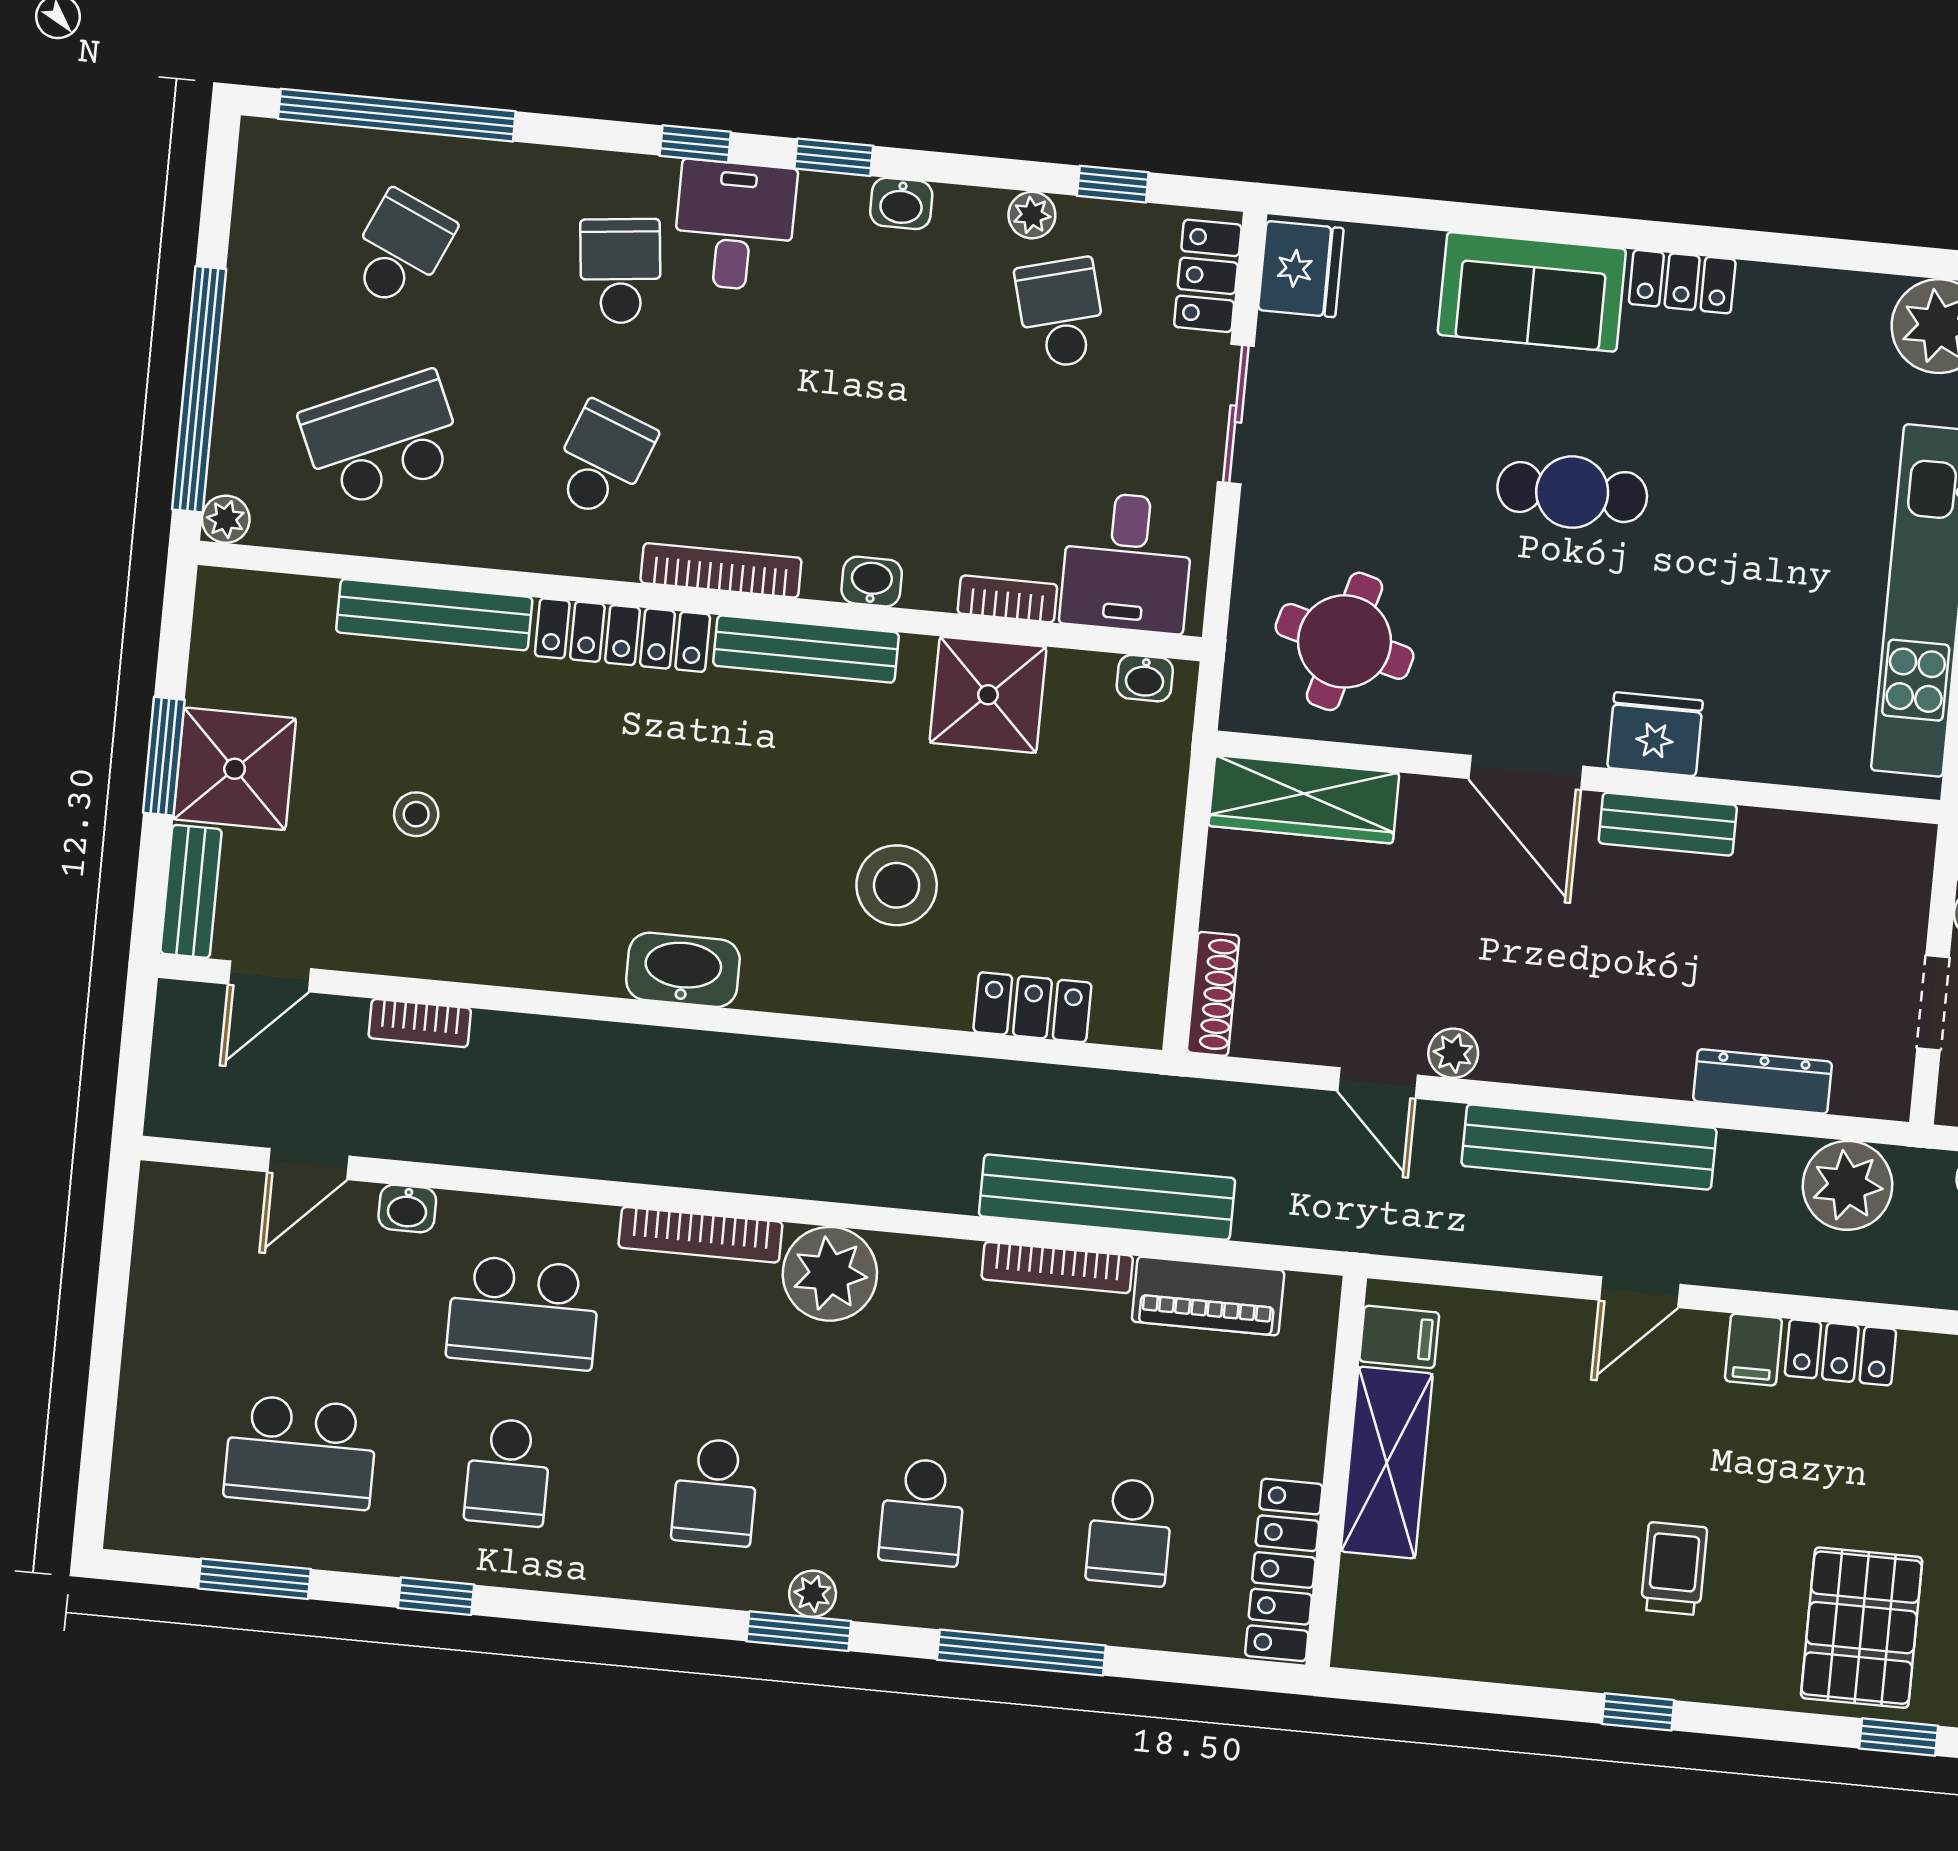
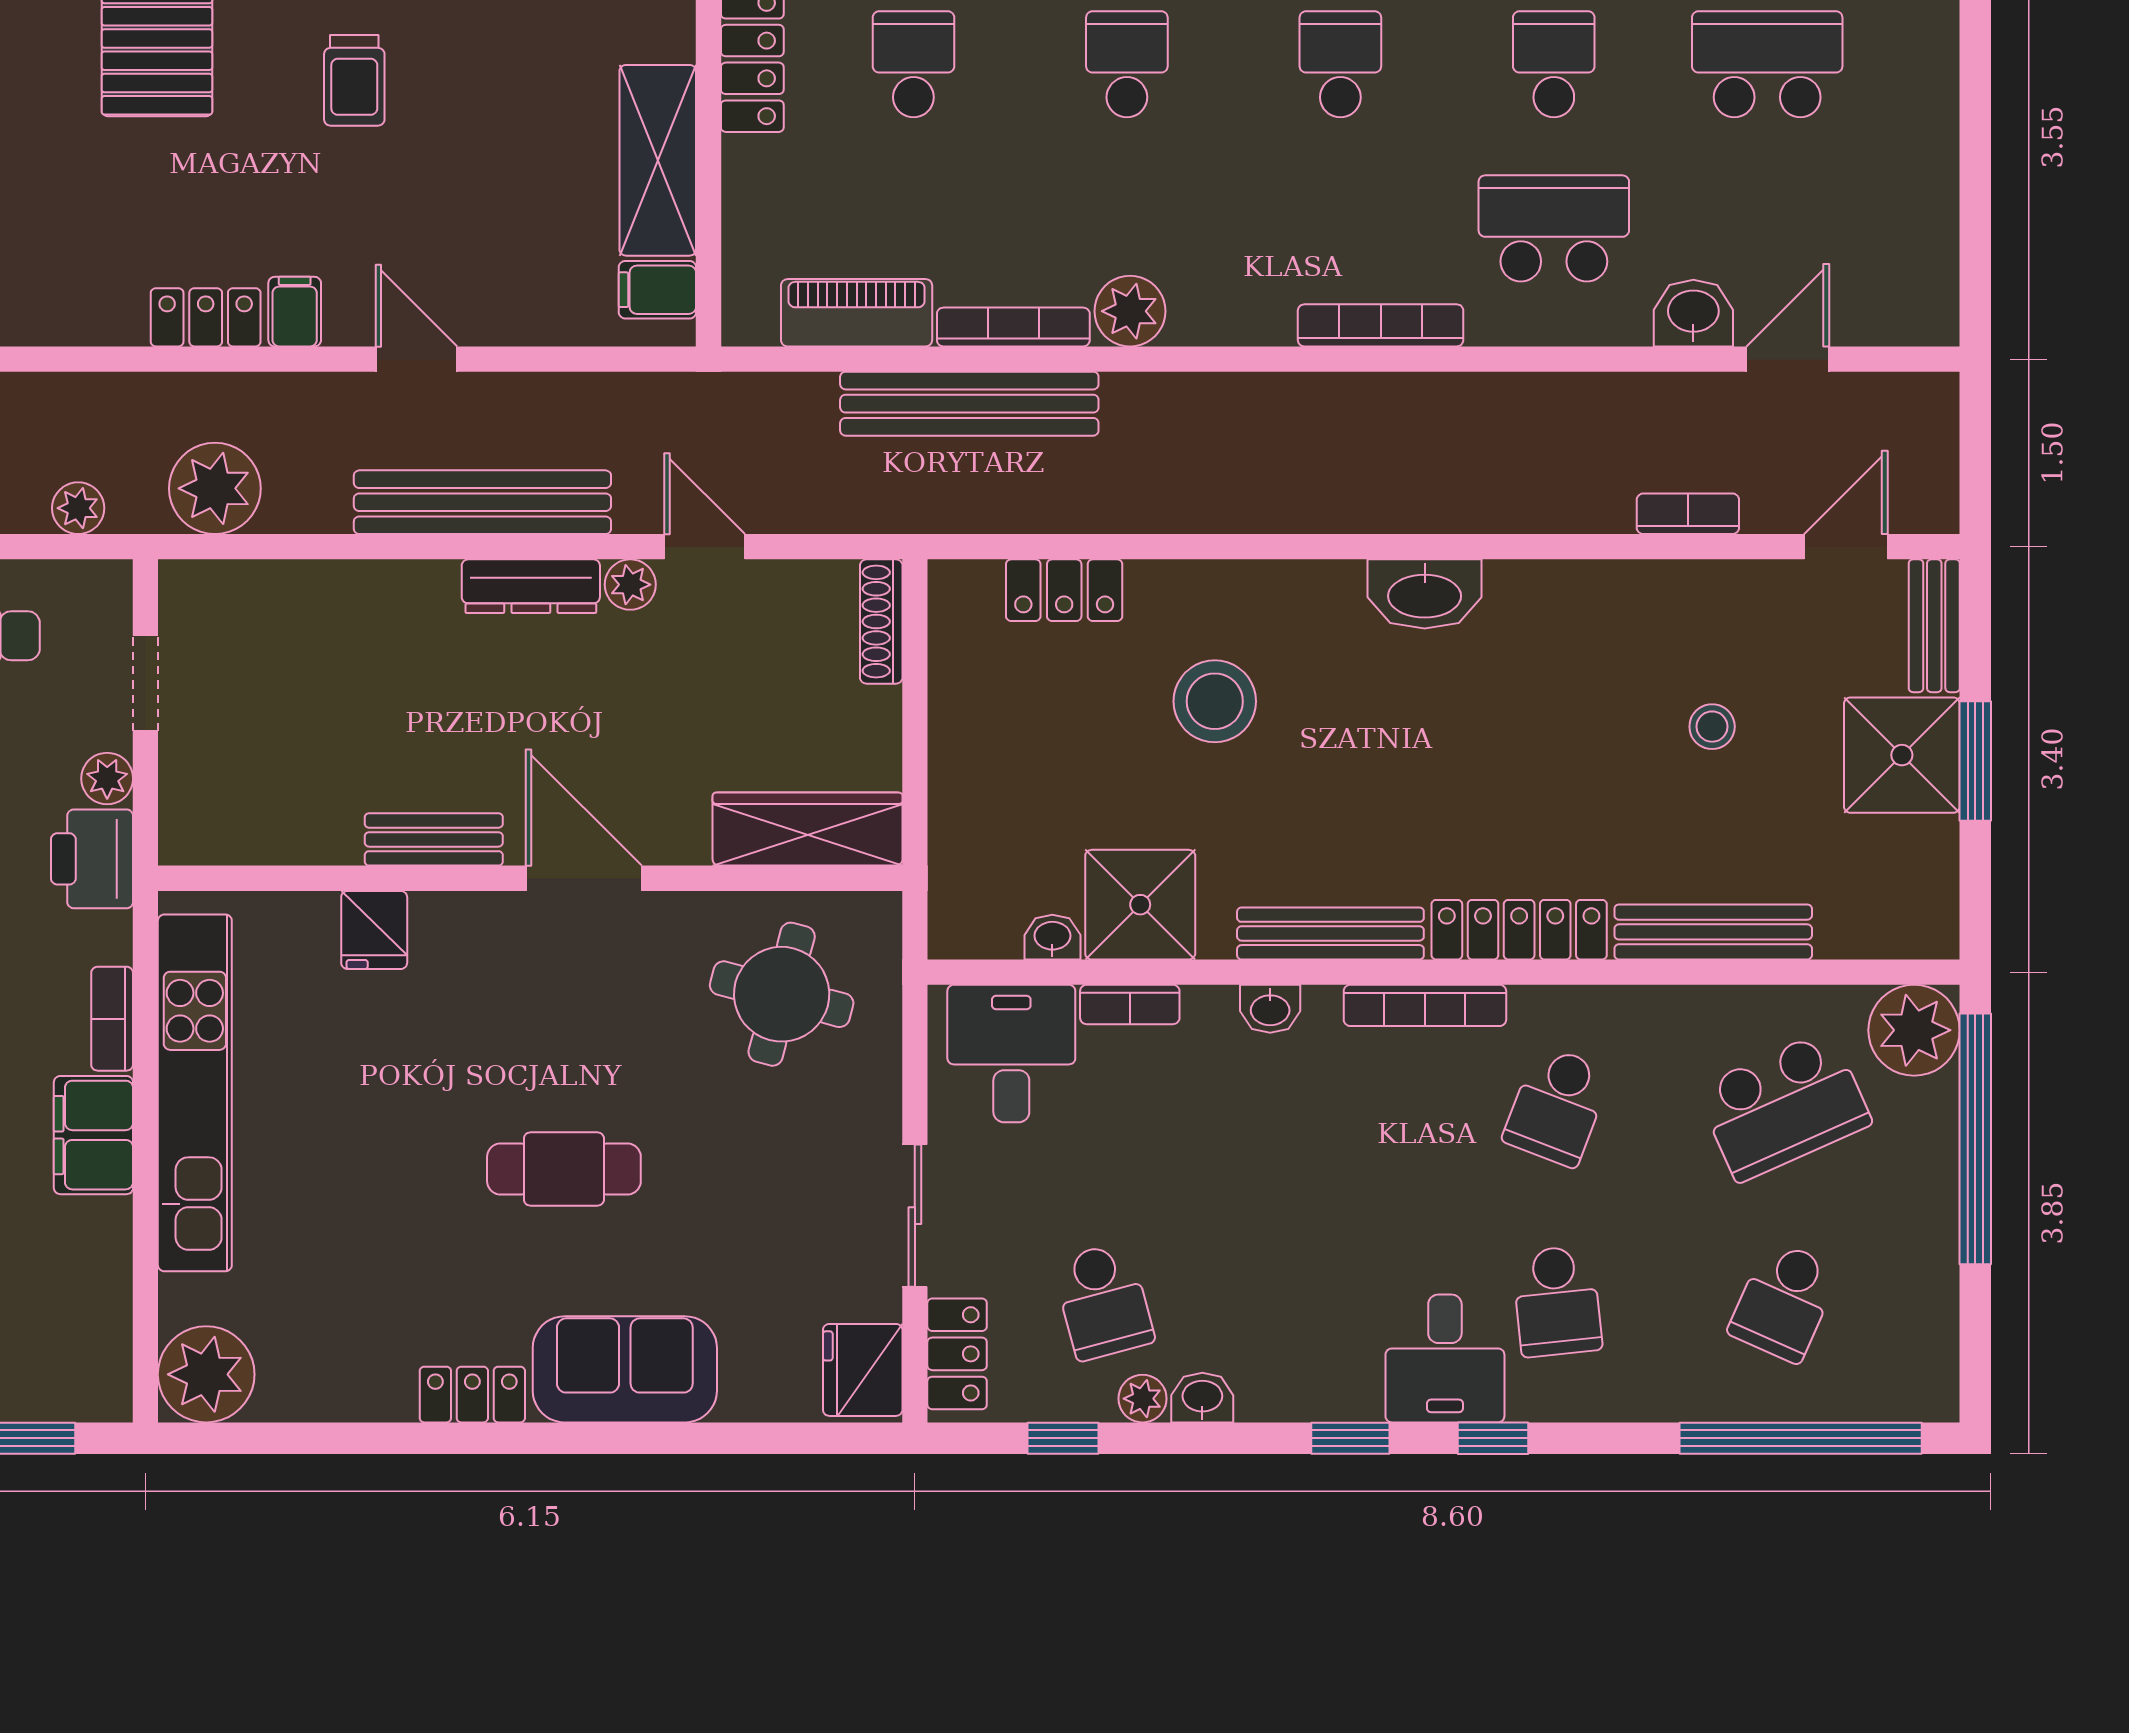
washbasin: (901, 203) -> (1202, 1398), moved
plant: (226, 519) -> (1914, 1030), width x1.88, depth x1.88
washbasin: (1145, 678) -> (1052, 937), moved
fridge: (1655, 734) -> (374, 930), moved, width x0.72
dresser: (1763, 1081) -> (531, 586), moved
washbasin: (407, 1208) -> (1693, 313), width x1.38, depth x1.45
plant: (830, 1274) -> (1130, 311), moved, width x0.73, depth x0.73
door: (1640, 1292) -> (416, 359), hinge flipped

